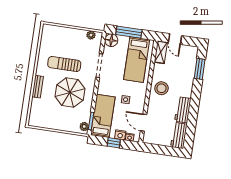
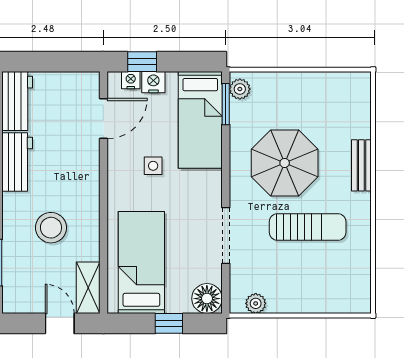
window: (129, 32) -> (169, 323), width x0.46
stool: (161, 88) -> (51, 228), moved
door: (144, 123) -> (103, 119), hinge flipped
window: (114, 143) -> (142, 62), moved

